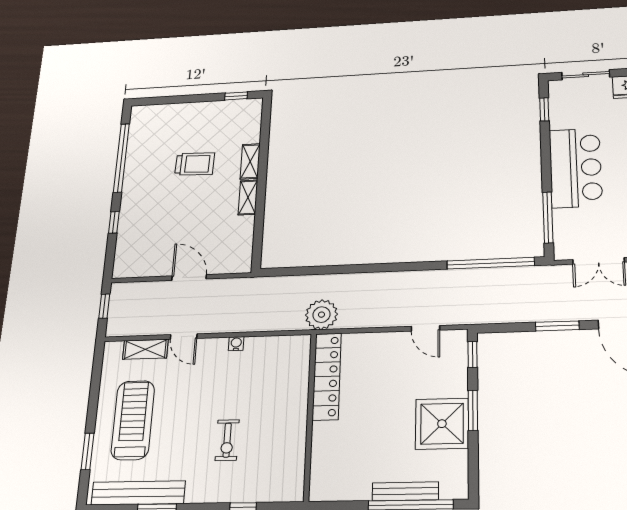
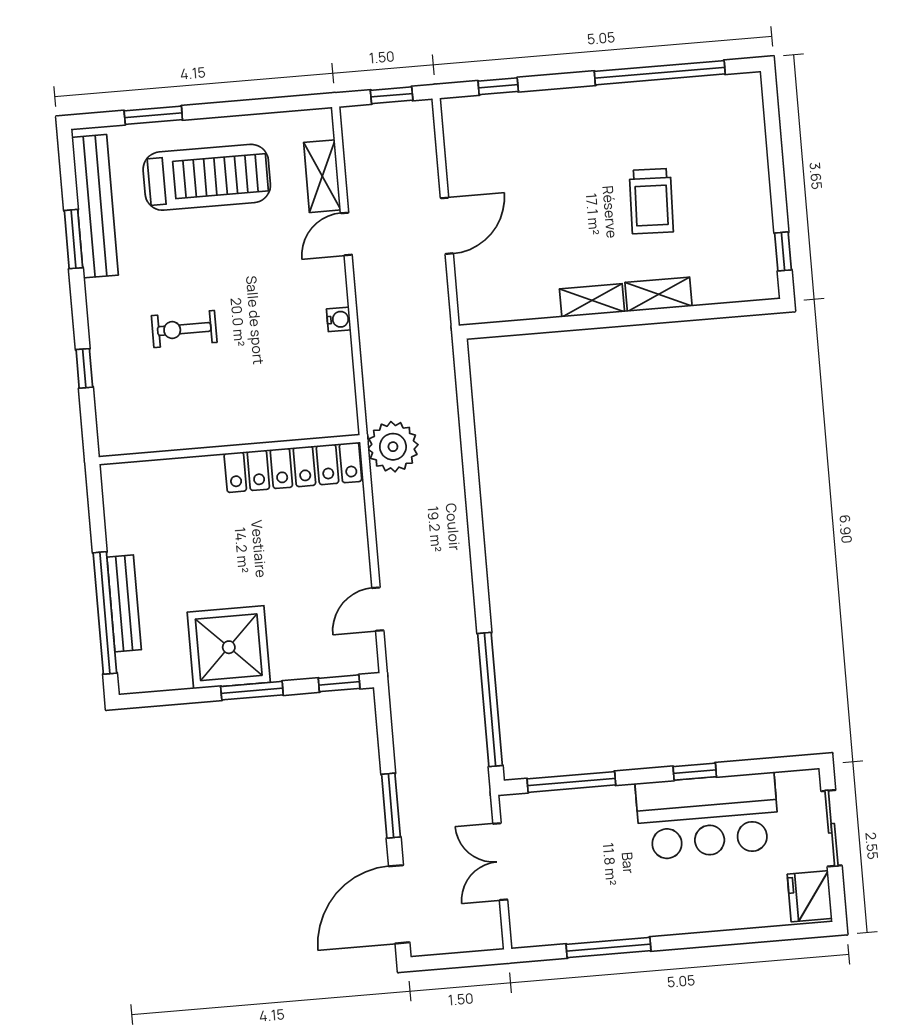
window: (544, 109) -> (695, 772), moved
bar counter: (576, 168) -> (708, 816), moved
window: (114, 222) -> (498, 86), moved

